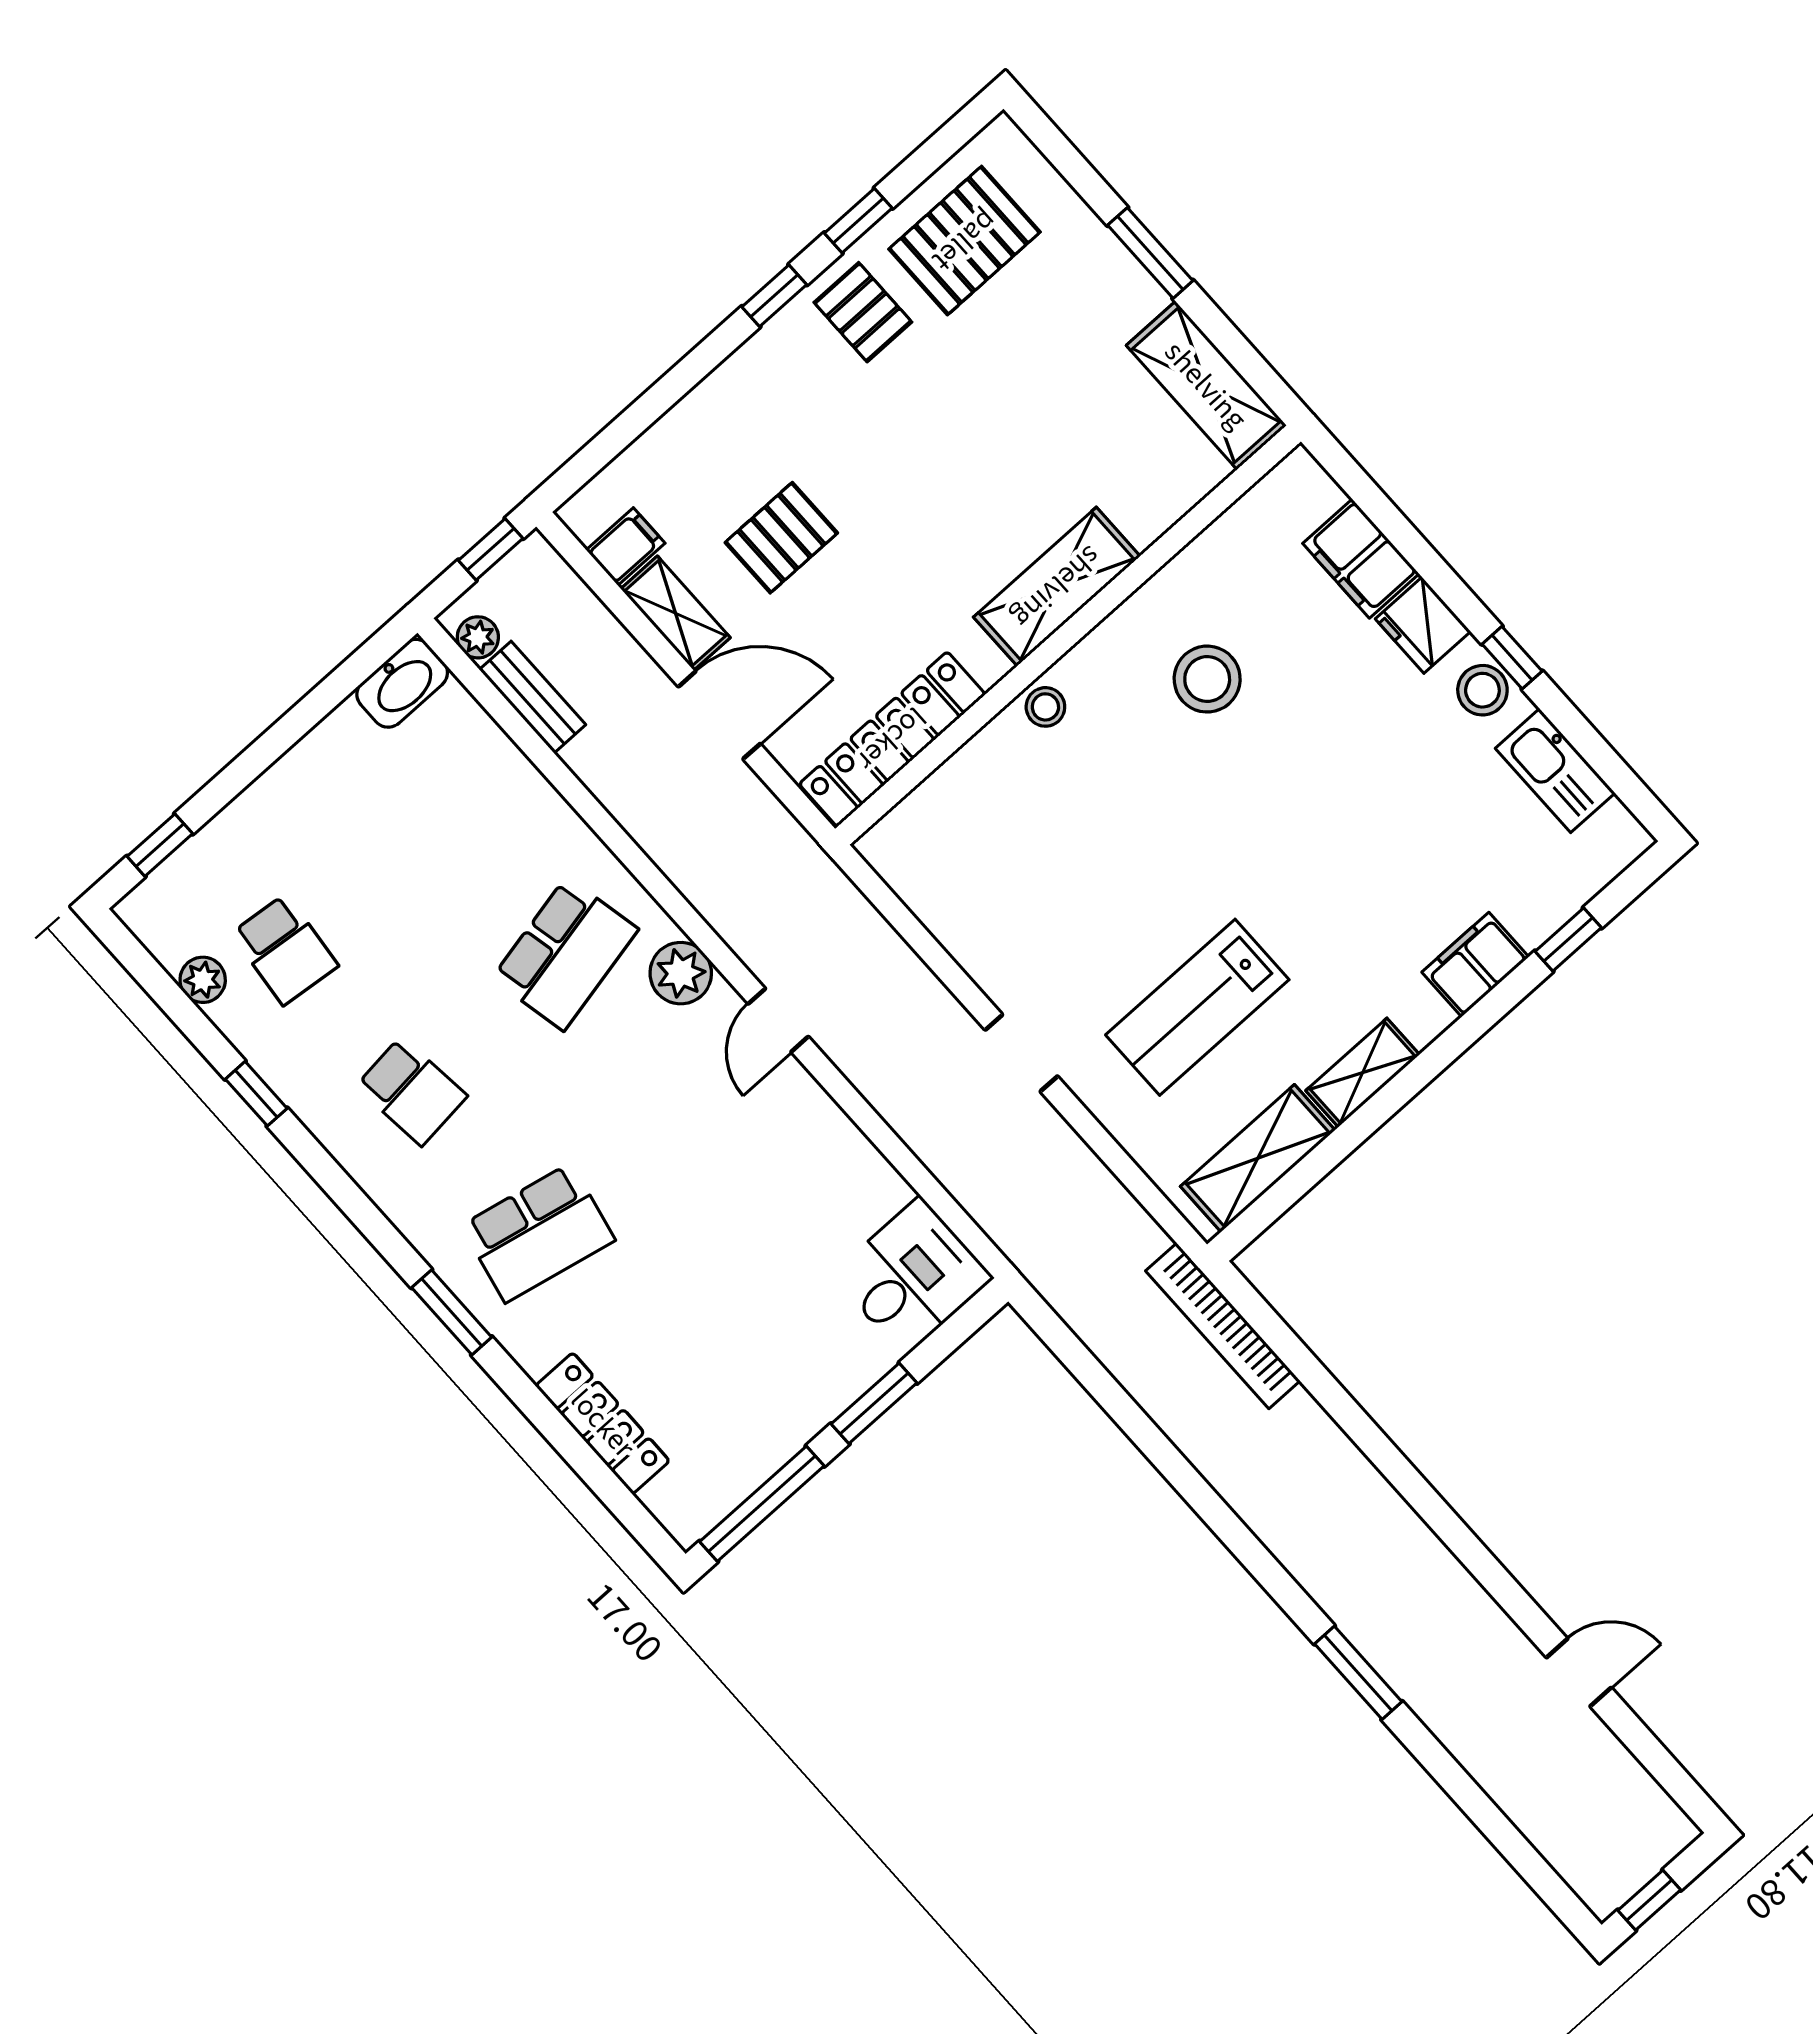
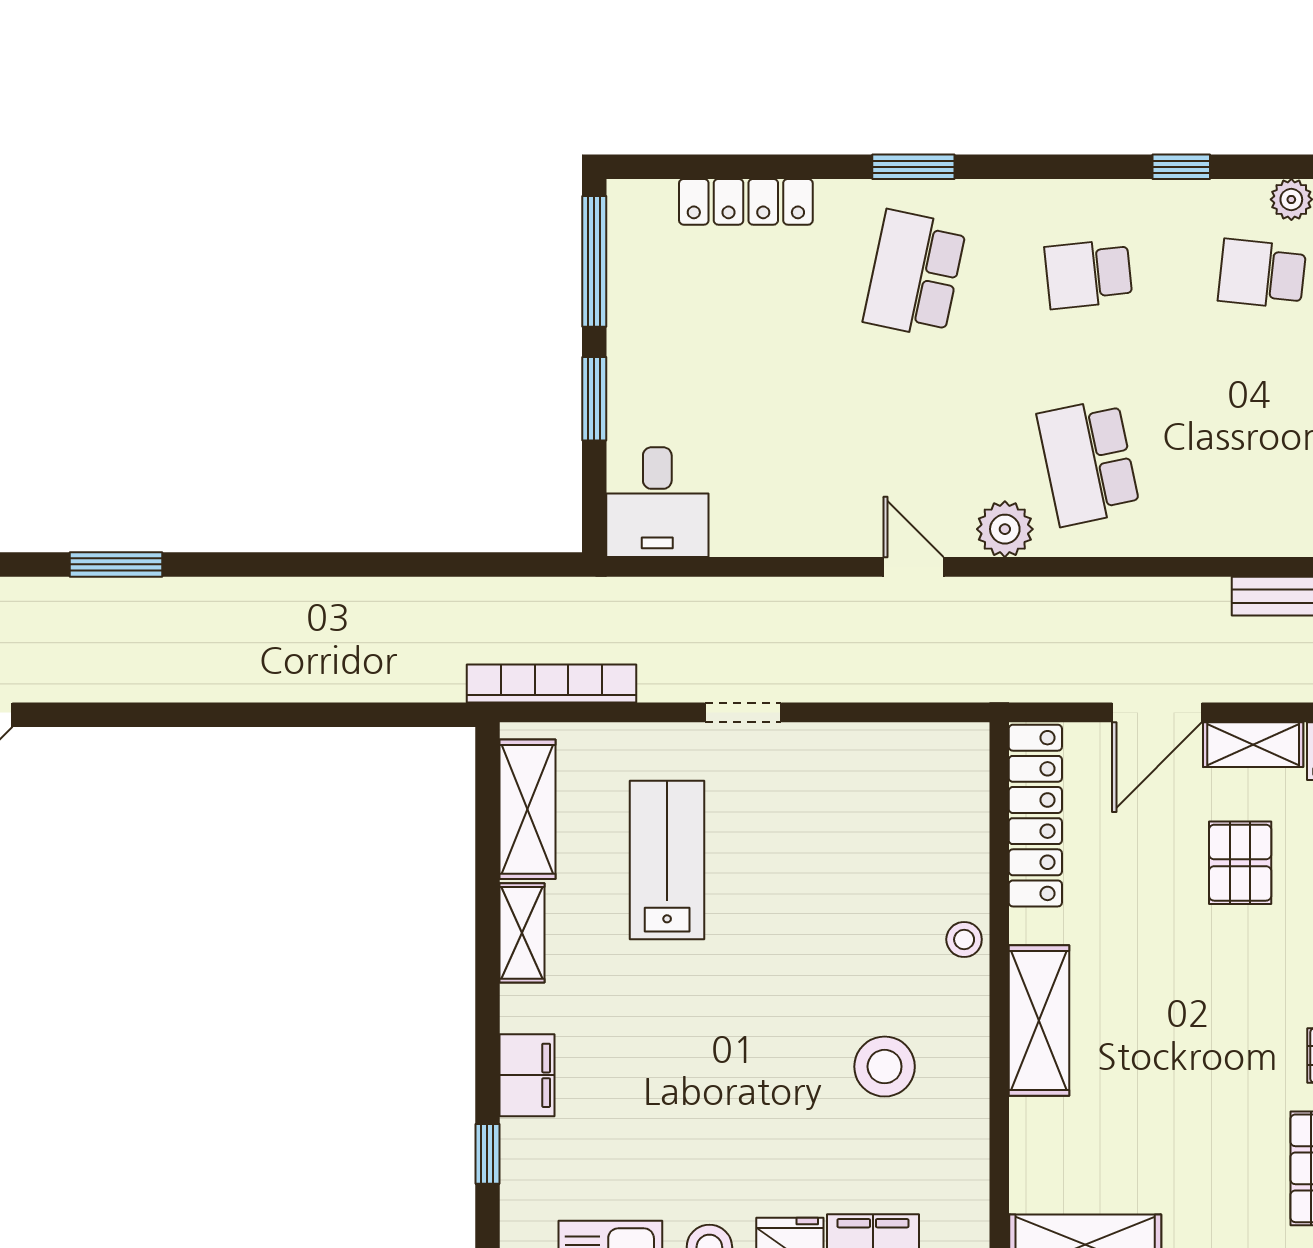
bookcase: (1223, 1326) -> (552, 684), moved

